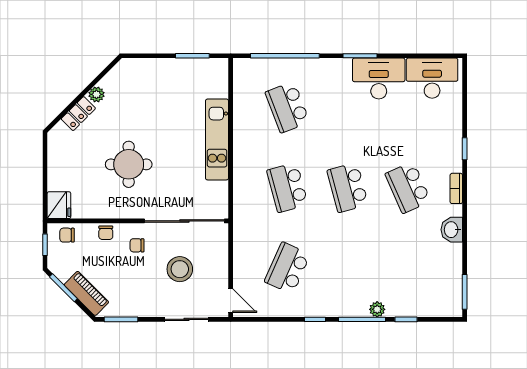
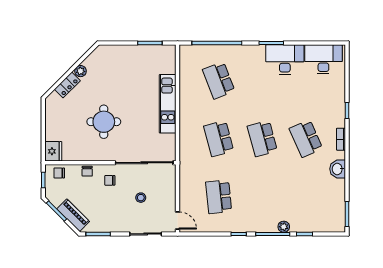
school desk: (287, 268) -> (219, 197), turned -30
stool: (180, 269) -> (141, 198), width x0.53, depth x0.53

